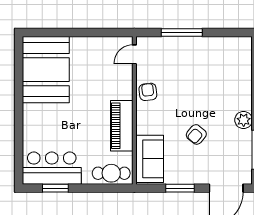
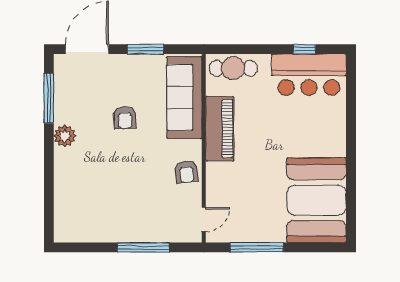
window: (93, 33) -> (257, 247), added
armchair: (196, 134) -> (125, 118), turned 137
sofa: (150, 159) -> (184, 98), width x1.36
window: (55, 188) -> (304, 49), width x0.67

